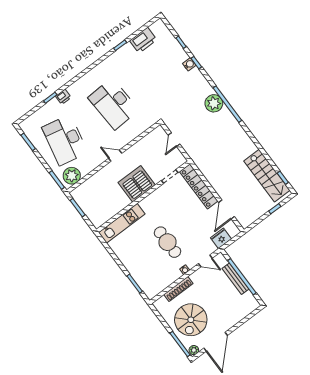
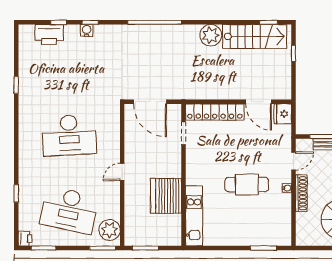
printer: (143, 40) -> (49, 34), moved, turned 90
printer: (63, 97) -> (25, 239), moved
plant: (214, 103) -> (211, 35), moved
door: (174, 140) -> (150, 102), width x1.88
server rack: (137, 184) -> (166, 196), moved
fridge: (221, 238) -> (283, 114), moved
shoe rack: (178, 289) -> (301, 193), moved

